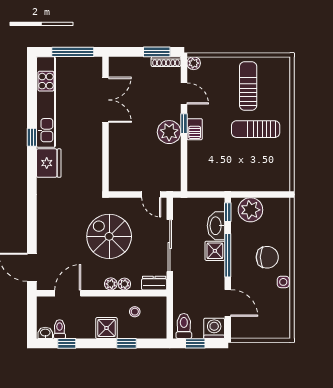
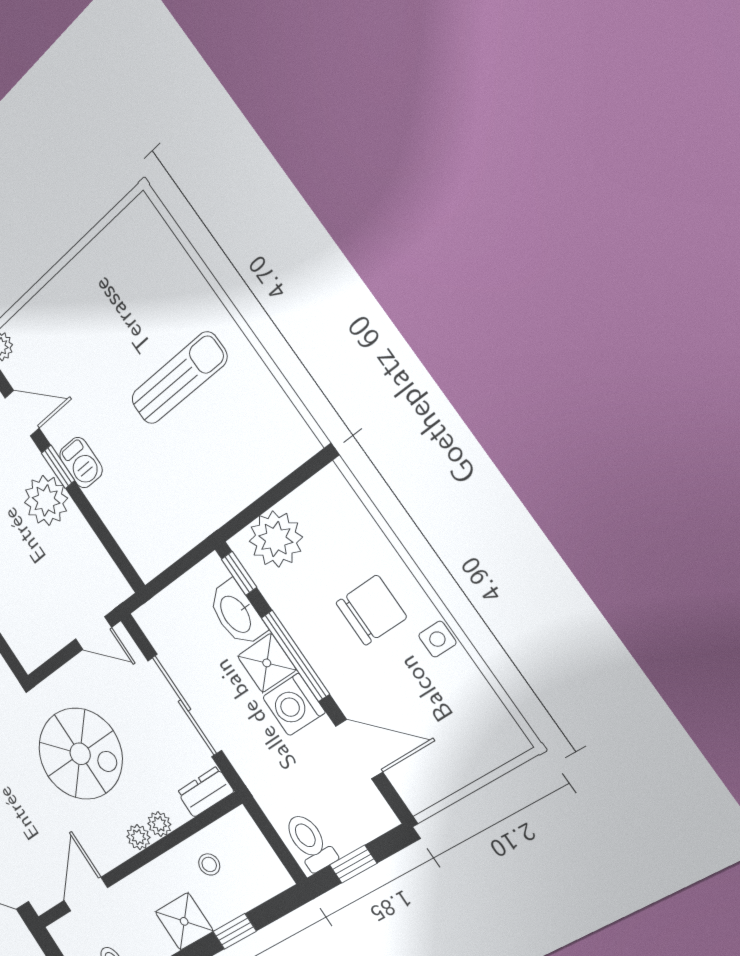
sun lounger: (248, 86) -> (111, 309), removed
sun lounger: (256, 129) -> (179, 378), turned 180
spiral stairs: (109, 236) -> (80, 754), turned 180
washing machine: (214, 328) -> (294, 705), moved, turned -90

